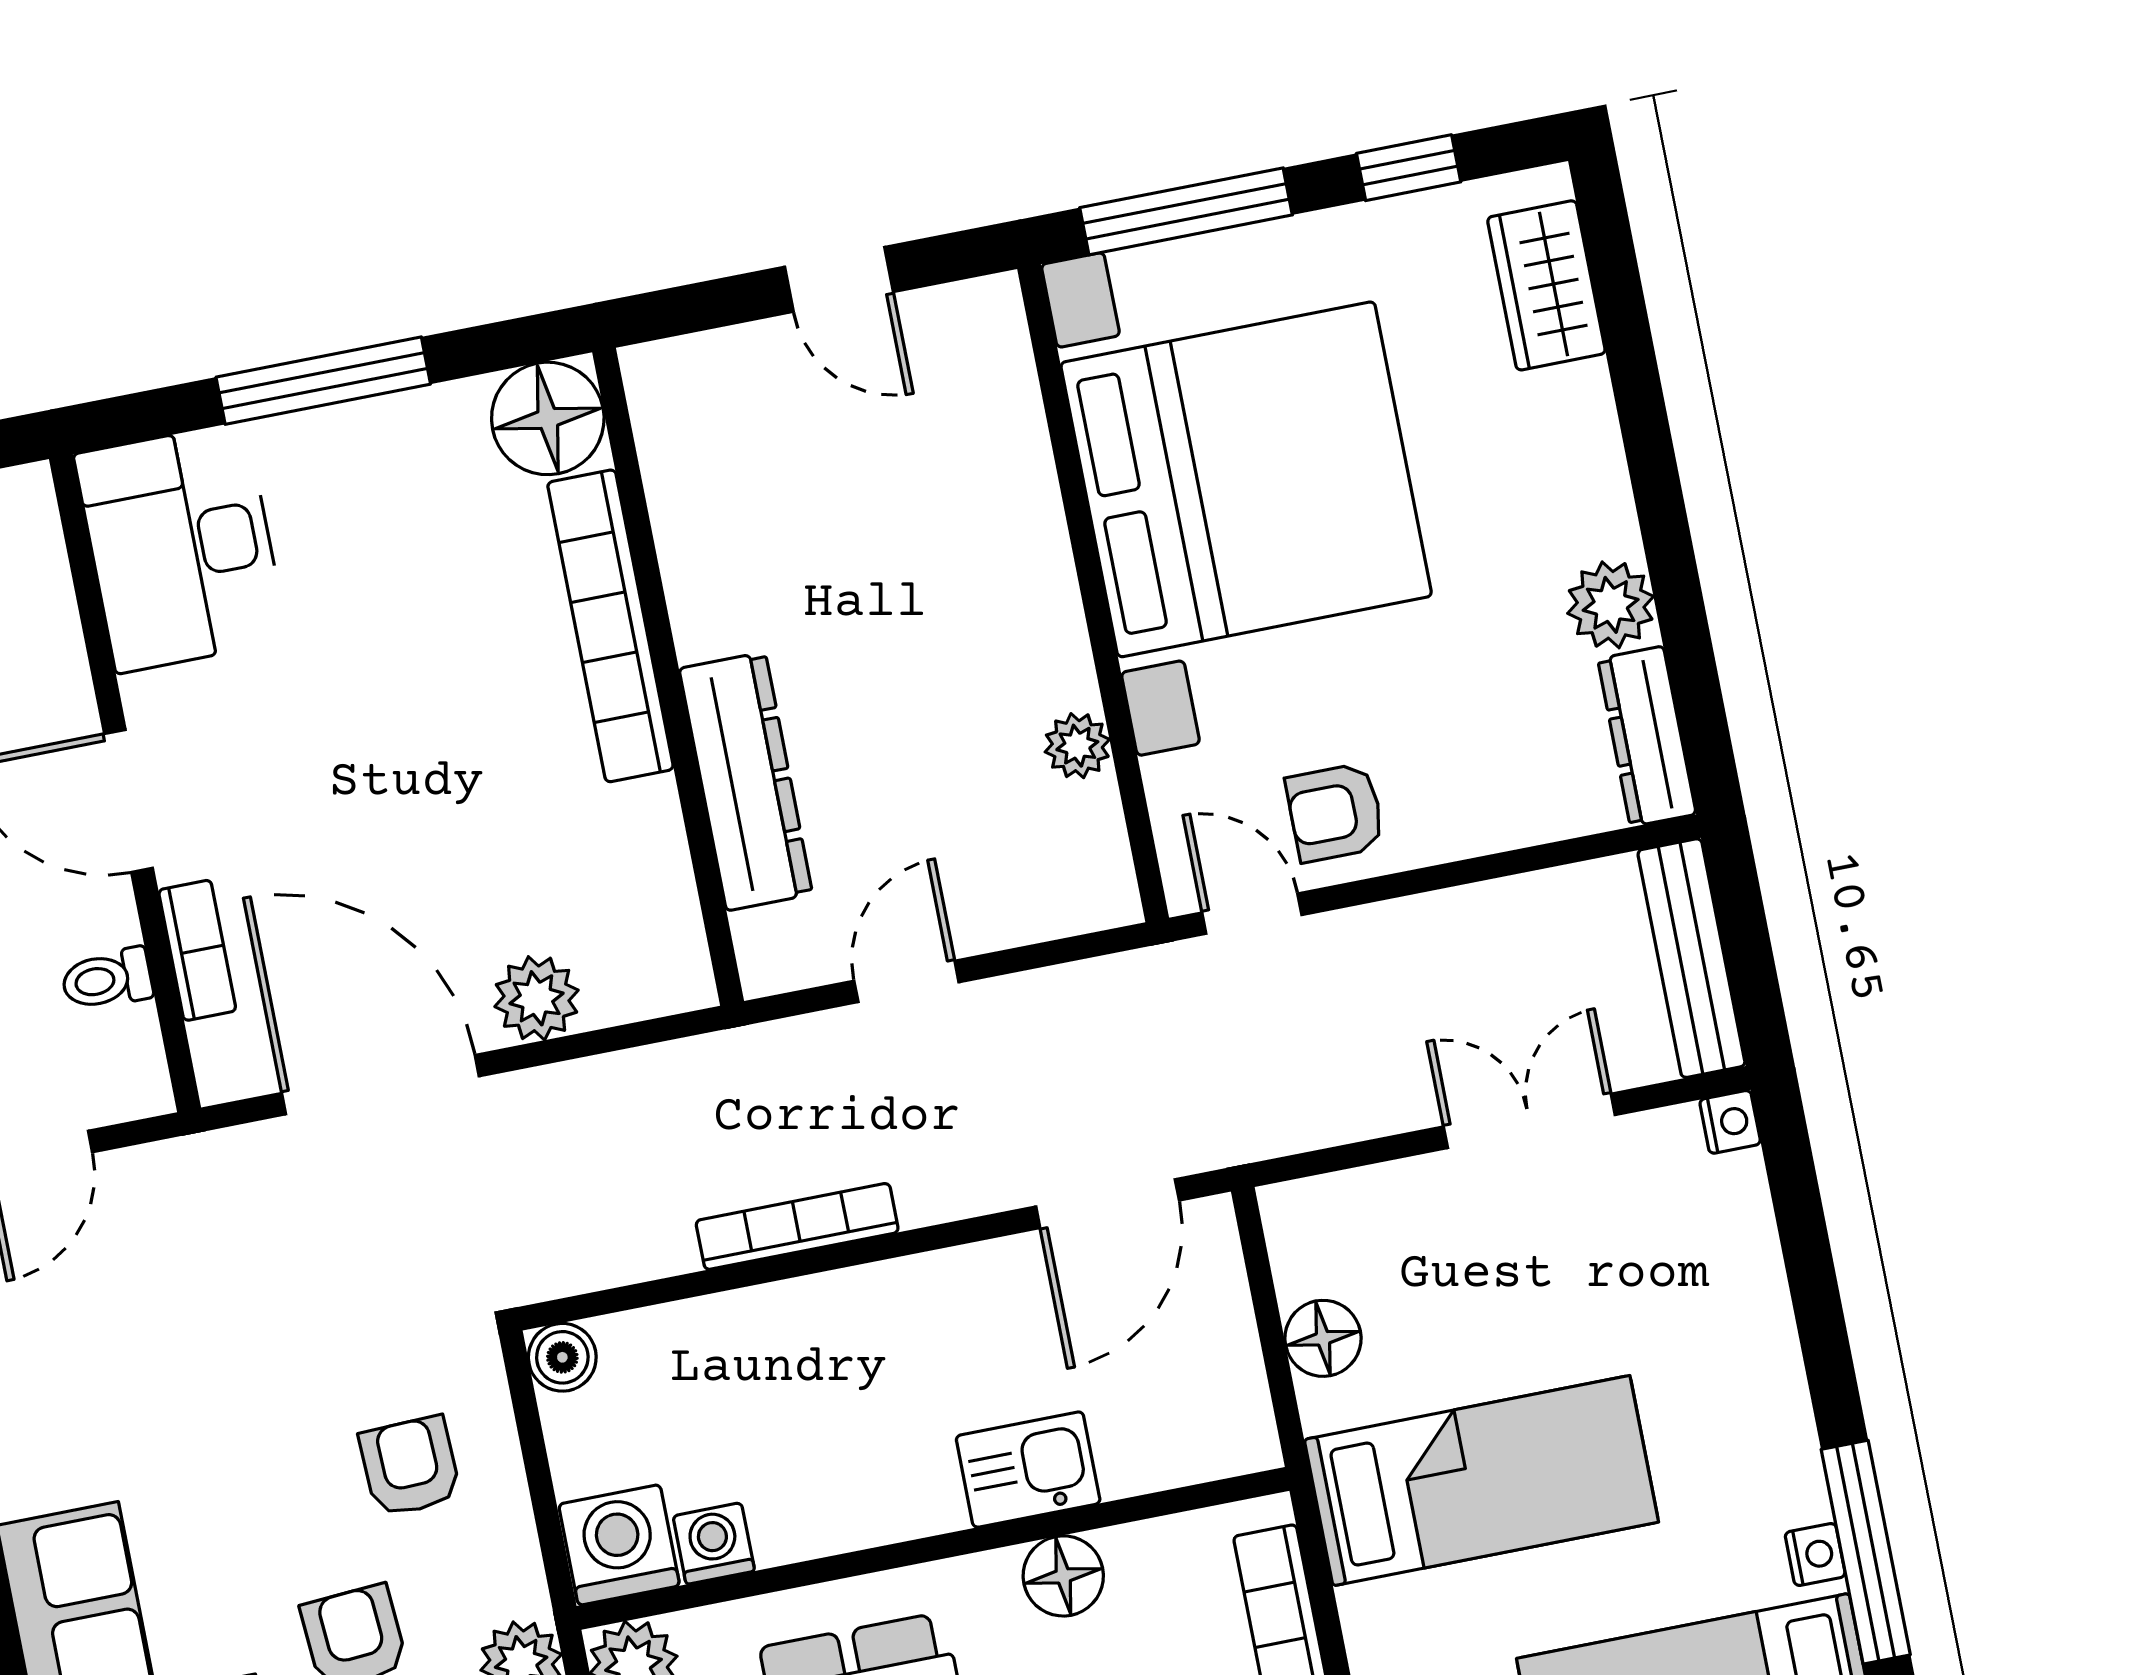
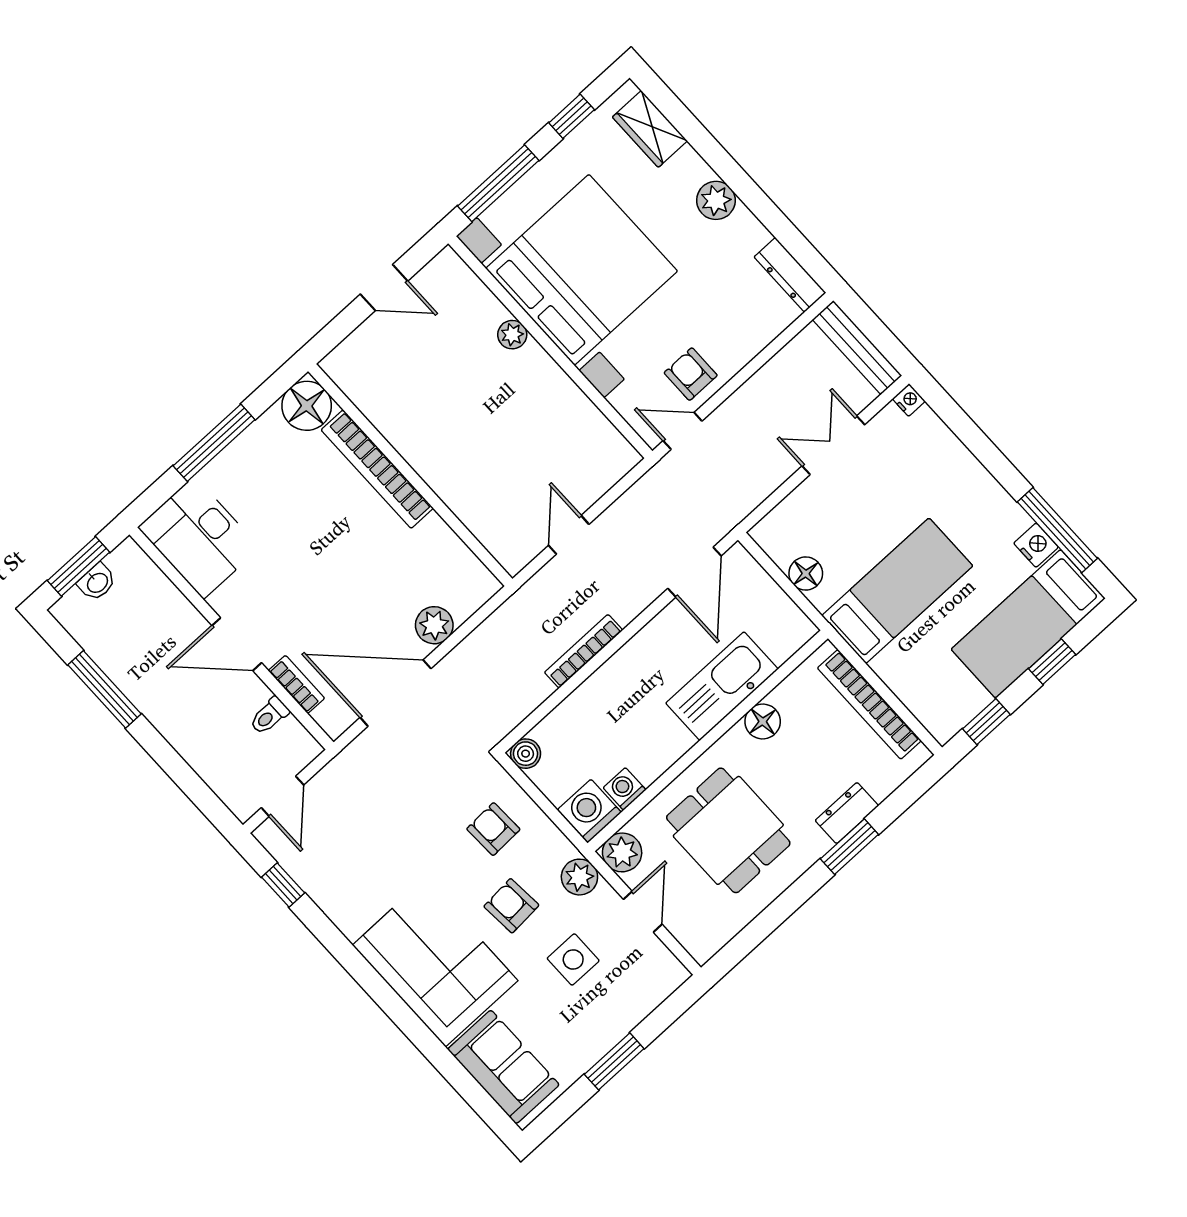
plant: (1611, 605) -> (716, 200), moved
plant: (1077, 746) -> (512, 335), moved
dresser: (746, 781) -> (463, 496), removed
armchair: (1335, 812) -> (691, 374), turned 90
kitchen sink: (1028, 1470) -> (722, 686), width x1.88, depth x1.24
nightstand: (1815, 1554) -> (1036, 545), width x1.39, depth x1.35

